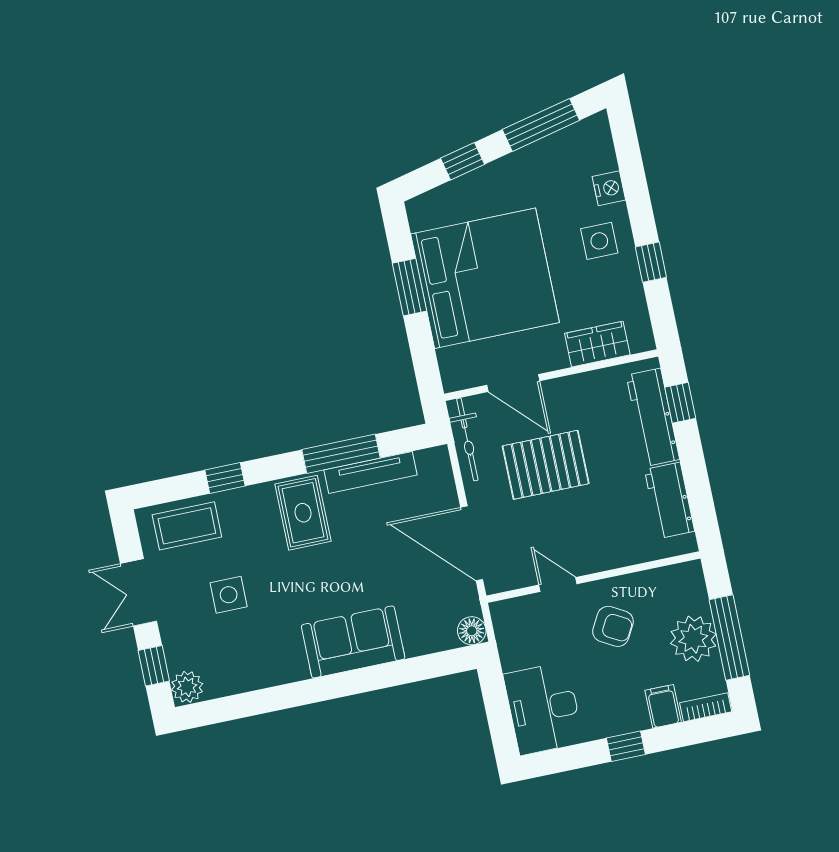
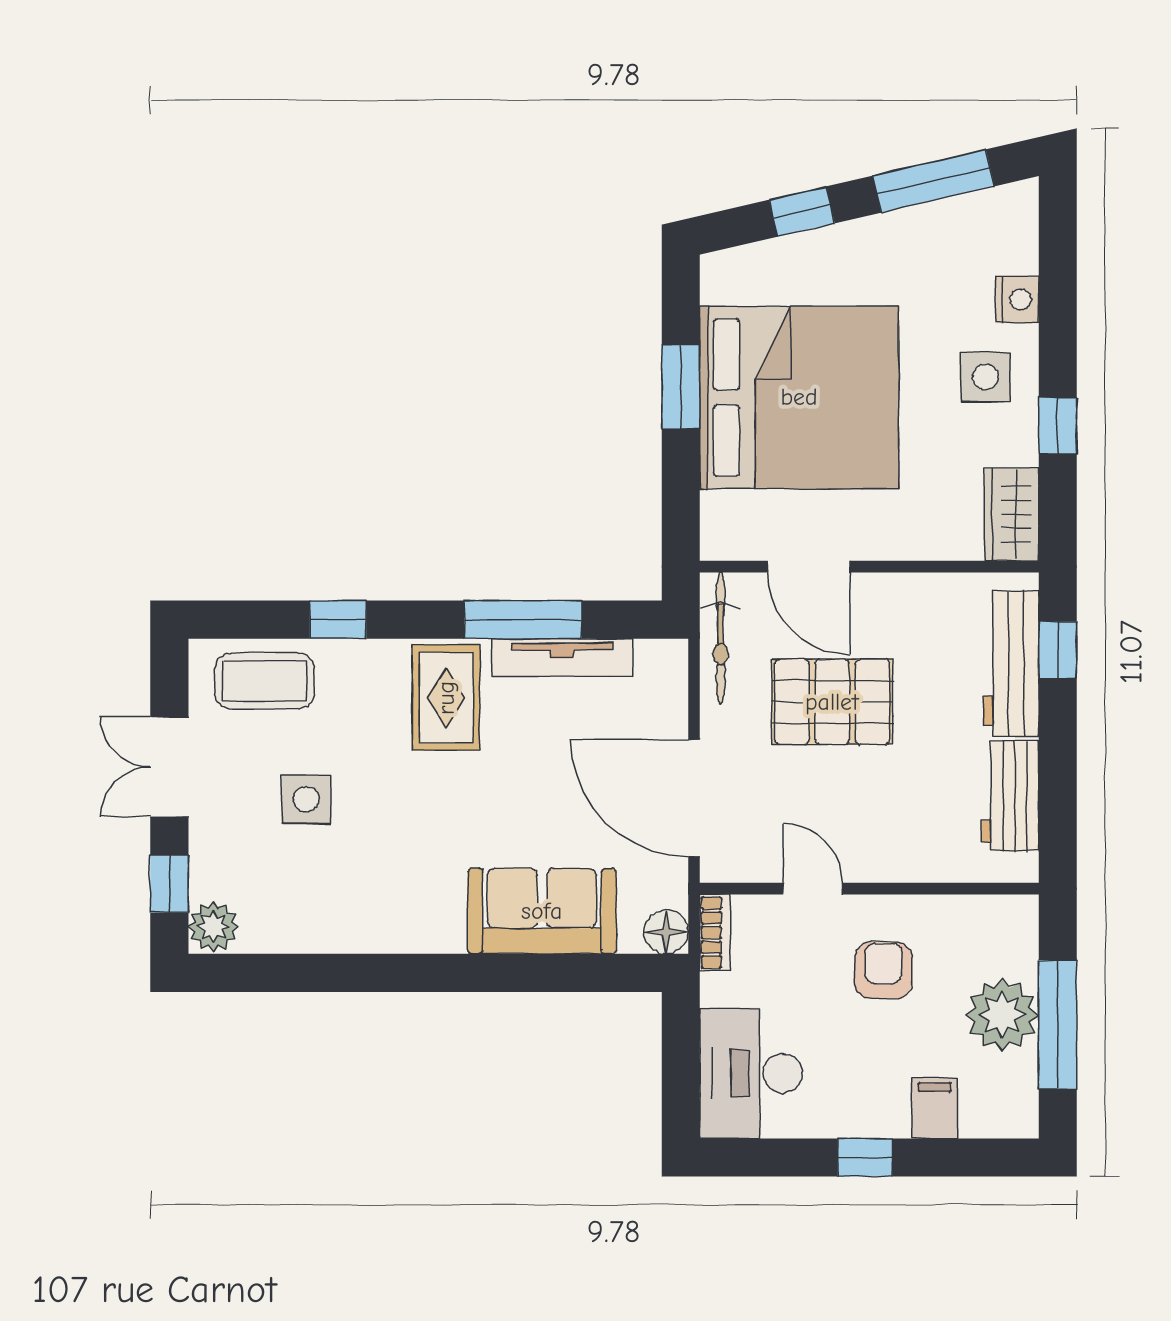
wardrobe: (597, 344) -> (1012, 514), moved, turned -90
armchair: (613, 626) -> (883, 970), turned -119
sofa: (353, 642) -> (542, 911), moved
bookcase: (706, 707) -> (715, 933), moved, turned 90

